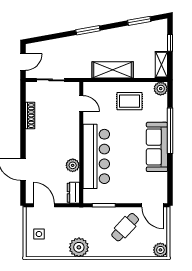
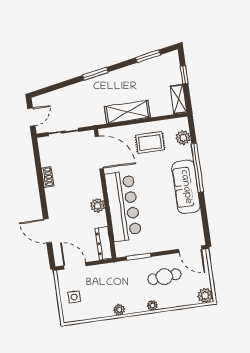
plant: (161, 89) -> (183, 138), moved
door: (81, 104) -> (99, 152), width x1.88
shoe rack: (30, 116) -> (48, 177), width x0.70
plant: (73, 165) -> (98, 205), moved
dresser: (73, 193) -> (104, 243), width x1.44
cafe table: (125, 227) -> (164, 277), turned 43
plant: (79, 247) -> (119, 310), width x0.53, depth x0.53
plant: (110, 252) -> (152, 305), added

